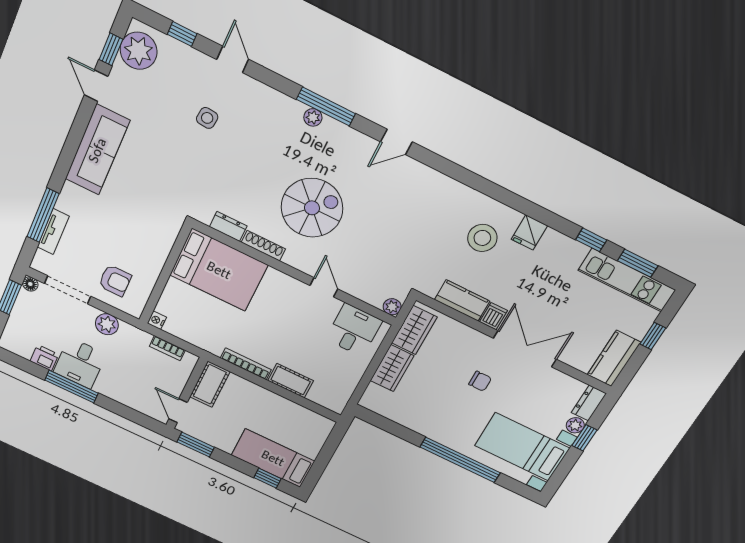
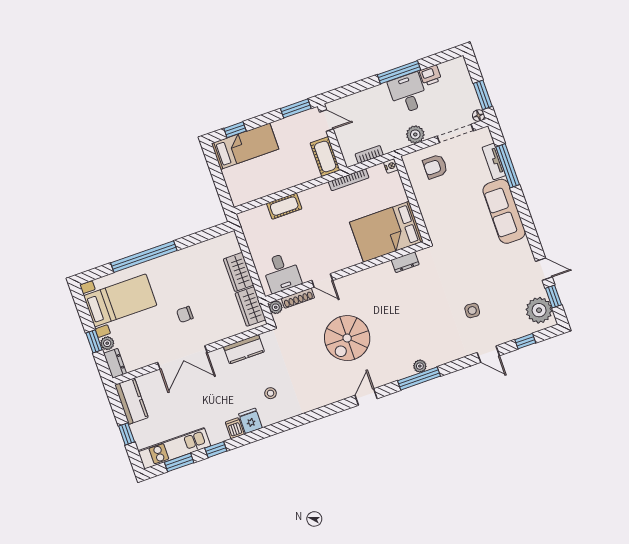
sofa: (97, 150) -> (504, 211), moved
spiral stairs: (312, 208) -> (347, 338), moved
stool: (482, 238) -> (271, 393), width x0.53, depth x0.53
shoe rack: (263, 246) -> (298, 298), moved
dishwasher: (493, 316) -> (235, 428), moved, turned 180
bookcase: (246, 364) -> (349, 180), moved

